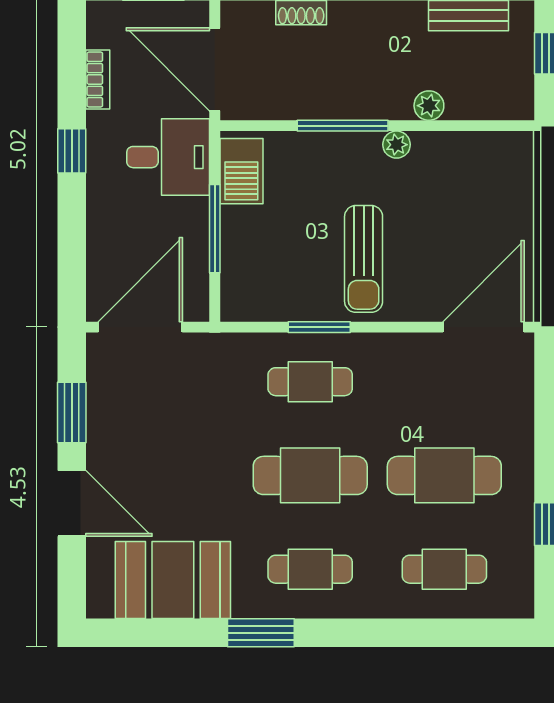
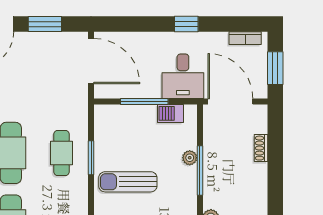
door: (215, 69) -> (230, 101), hinge flipped
bookcase: (98, 79) -> (245, 38), moved
plant: (397, 145) -> (190, 158), moved
barbecue: (241, 171) -> (171, 113), width x0.73, depth x0.79

